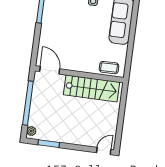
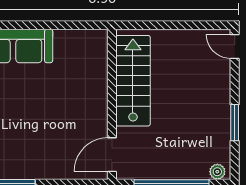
coffee table: (109, 68) -> (94, 56), removed
window: (49, 144) -> (235, 123), moved

